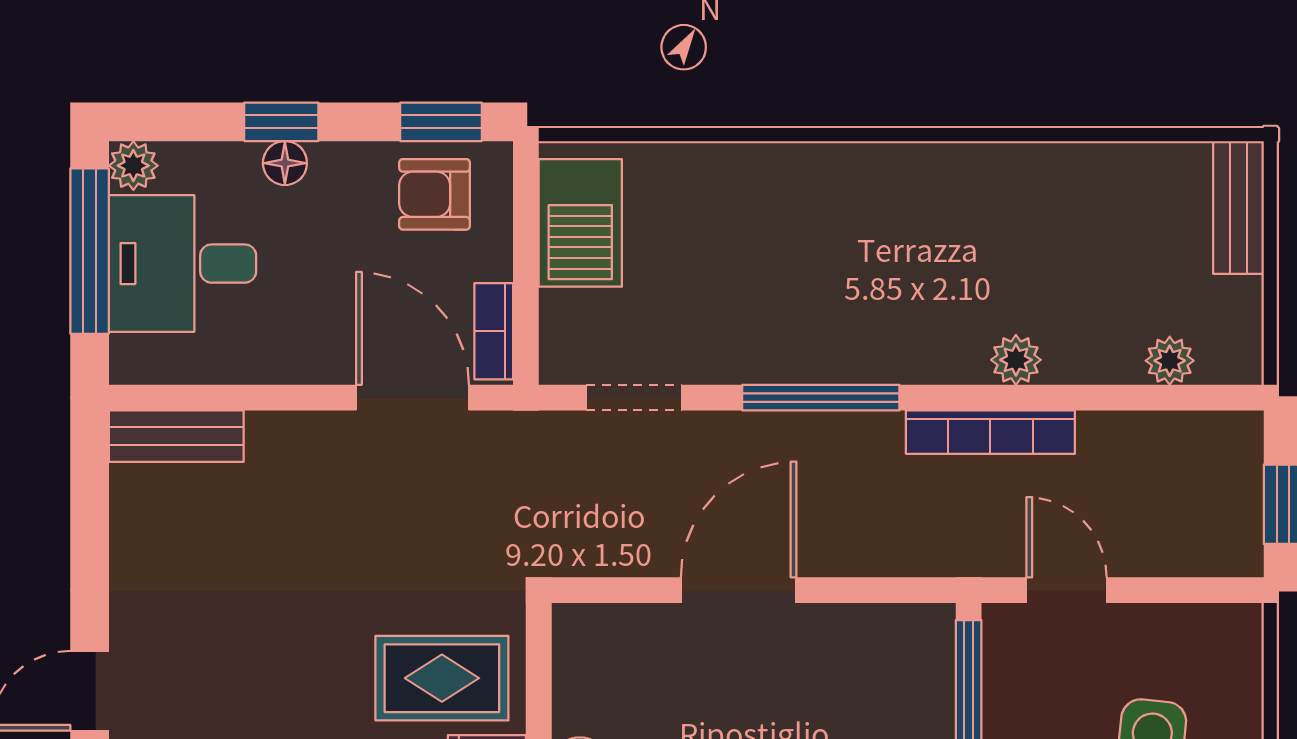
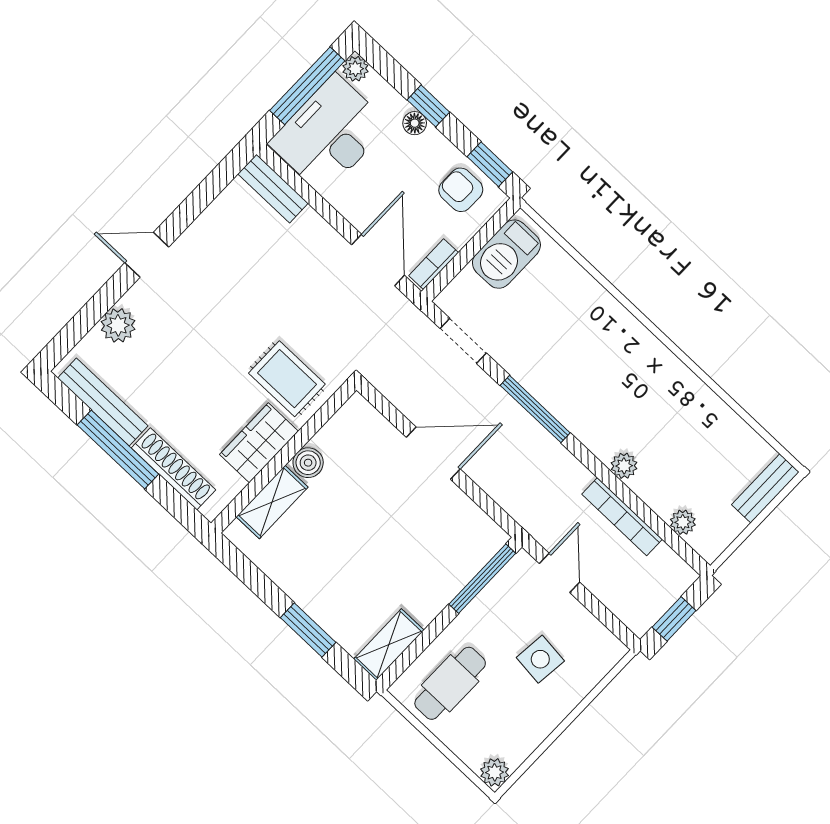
desk: (182, 264) -> (329, 134), width x1.37
bookcase: (990, 432) -> (622, 517), moved

